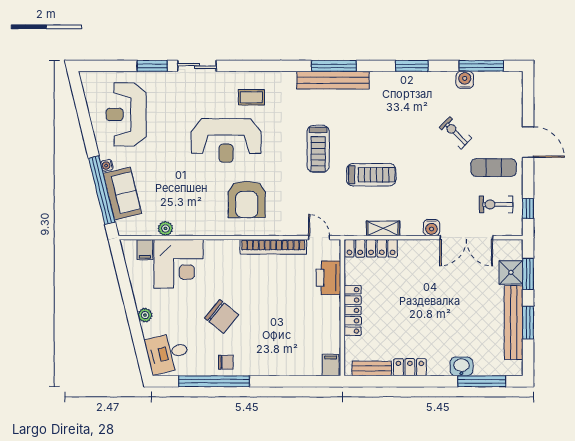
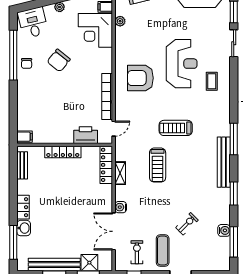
bench: (333, 80) -> (224, 162), moved
reception desk: (226, 140) -> (182, 64), turned 180
locker: (410, 367) -> (23, 207), moved

